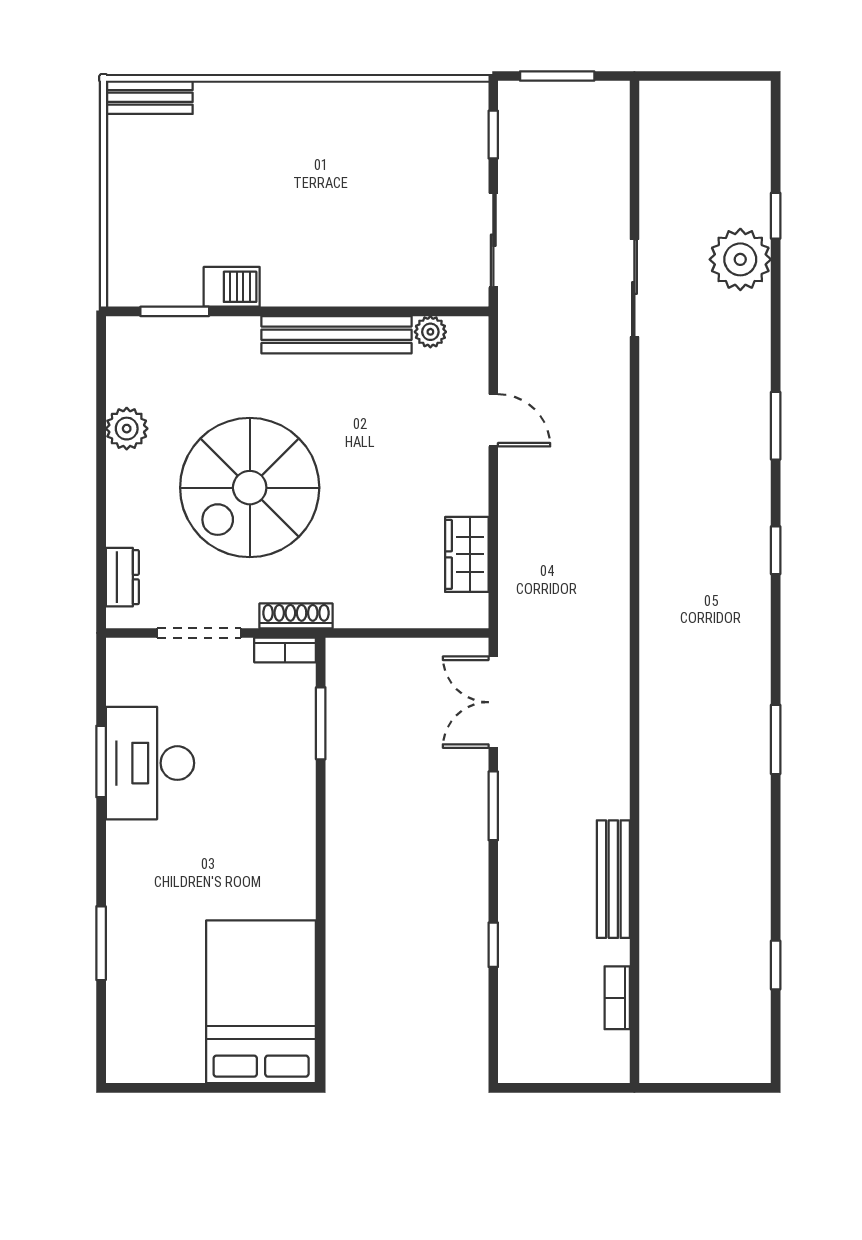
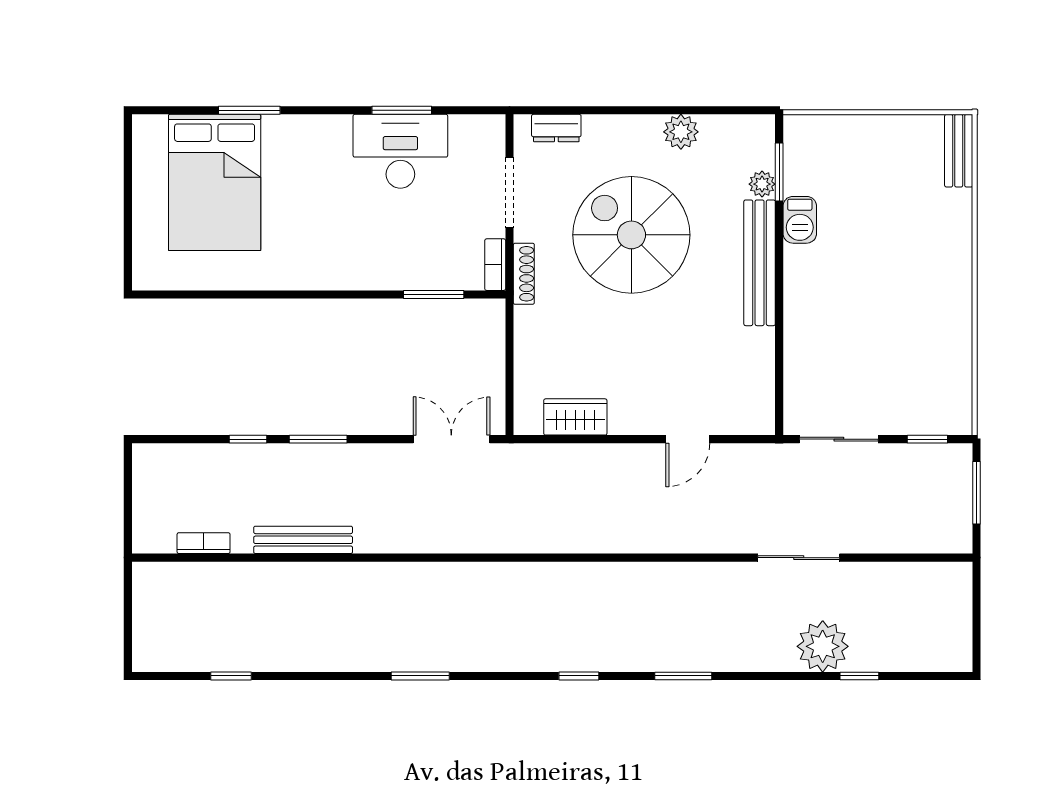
plant: (430, 332) -> (762, 184), moved
bench: (336, 335) -> (760, 263), moved
window: (493, 806) -> (318, 439), moved
bed: (261, 1002) -> (215, 182), moved, turned 90

